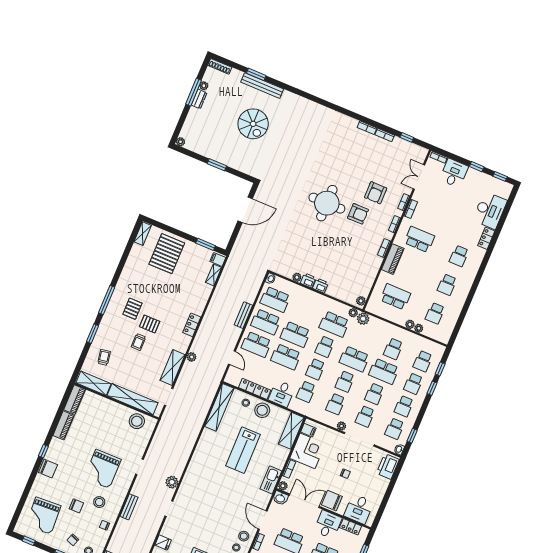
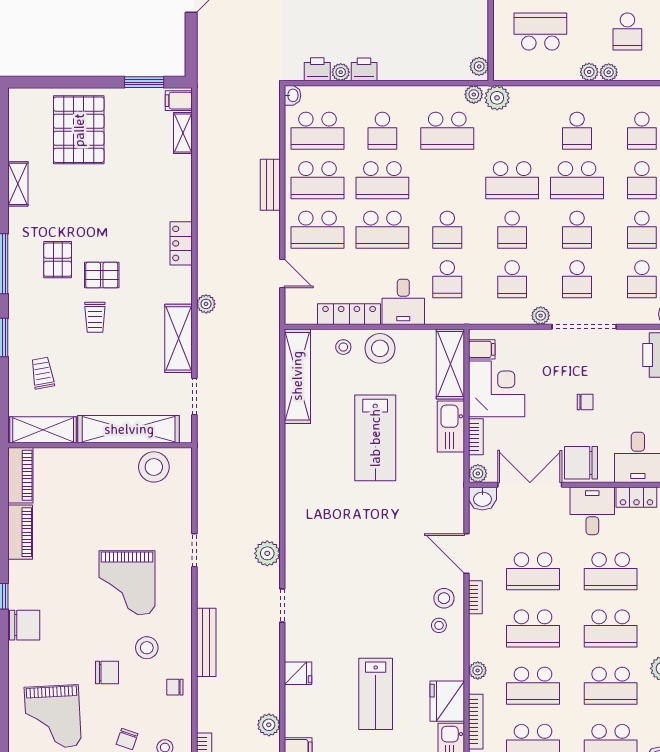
shelving: (143, 234) -> (18, 184), moved
printer: (321, 286) -> (317, 69), moved
school desk: (325, 347) -> (382, 131), moved
kitchen sink: (271, 480) -> (451, 426), moved
bench: (129, 507) -> (206, 642), width x1.36

